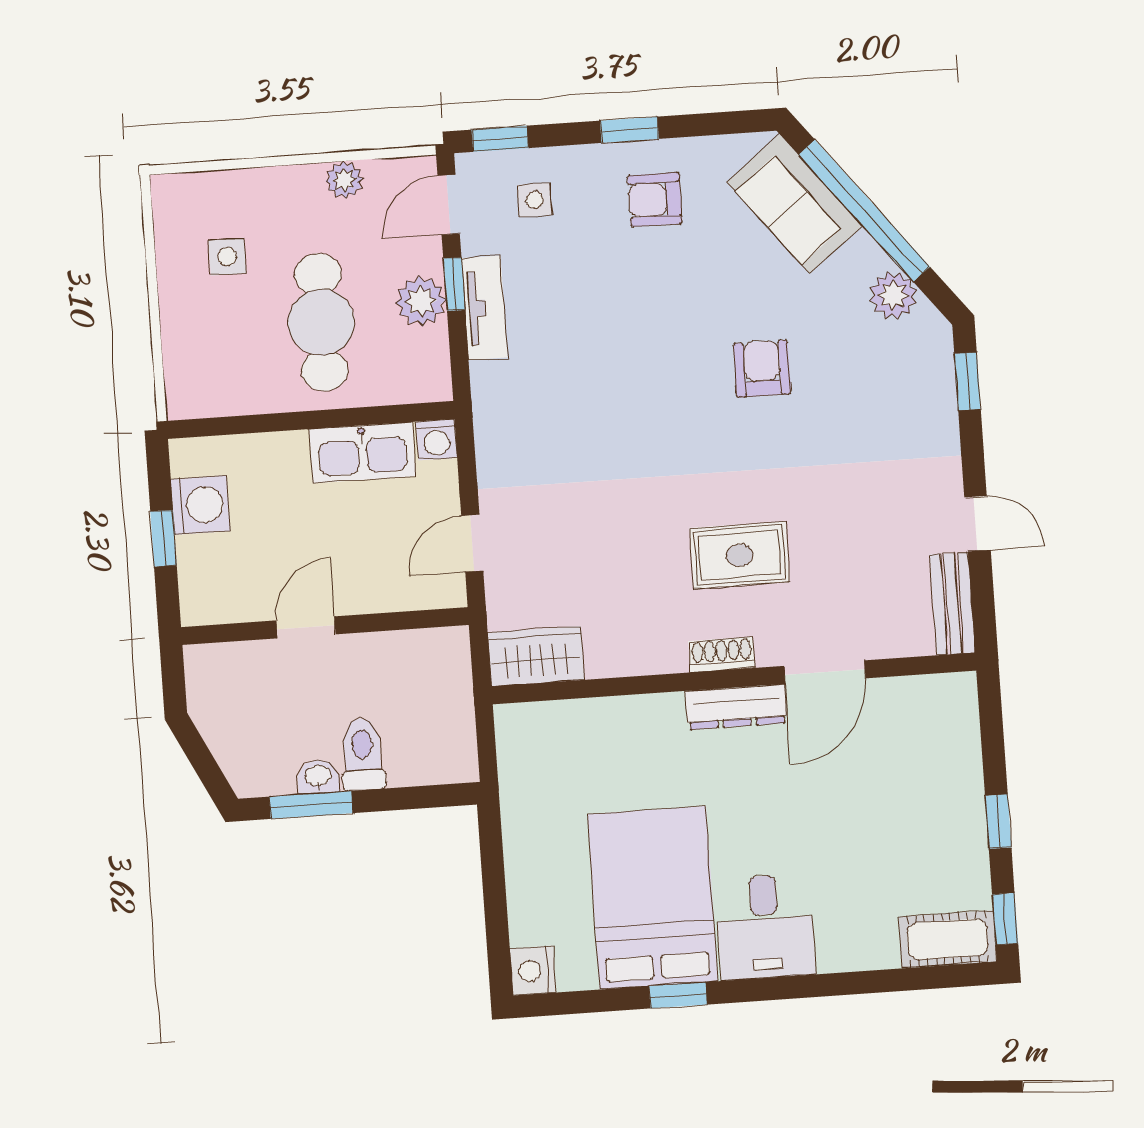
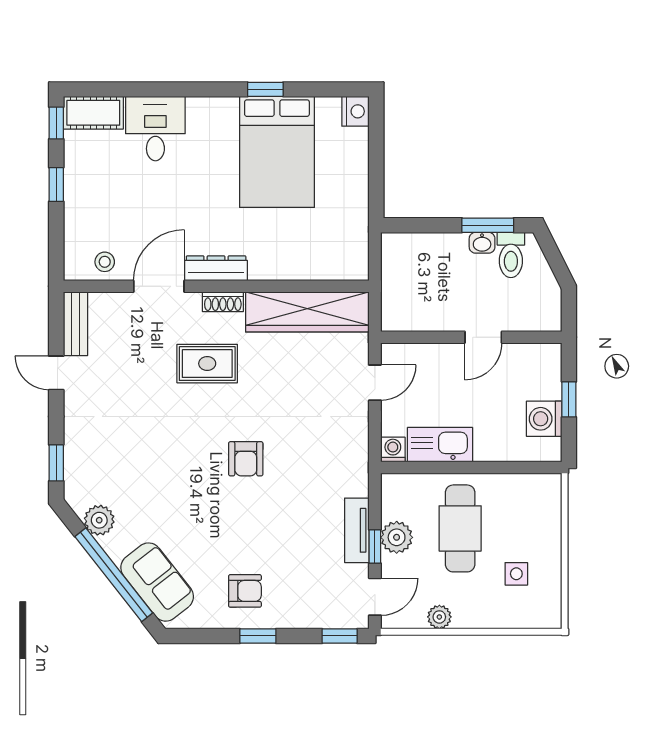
side table: (535, 200) -> (321, 596), removed
armchair: (762, 369) -> (246, 459), moved
wardrobe: (536, 656) -> (307, 312), width x2.10, depth x1.17
stool: (913, 705) -> (105, 262), added
toilet: (362, 754) -> (511, 255), moved
desk: (765, 927) -> (155, 129), moved

